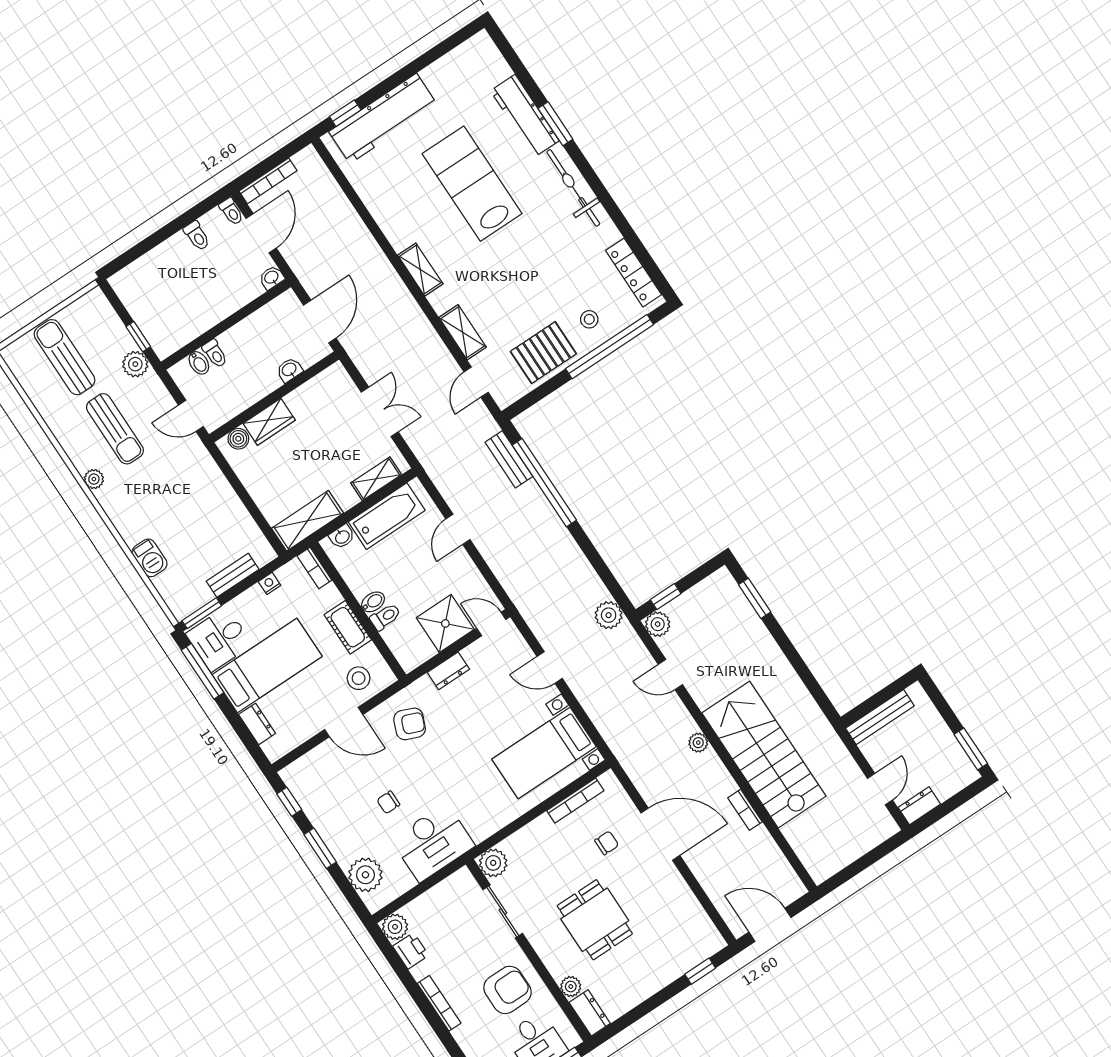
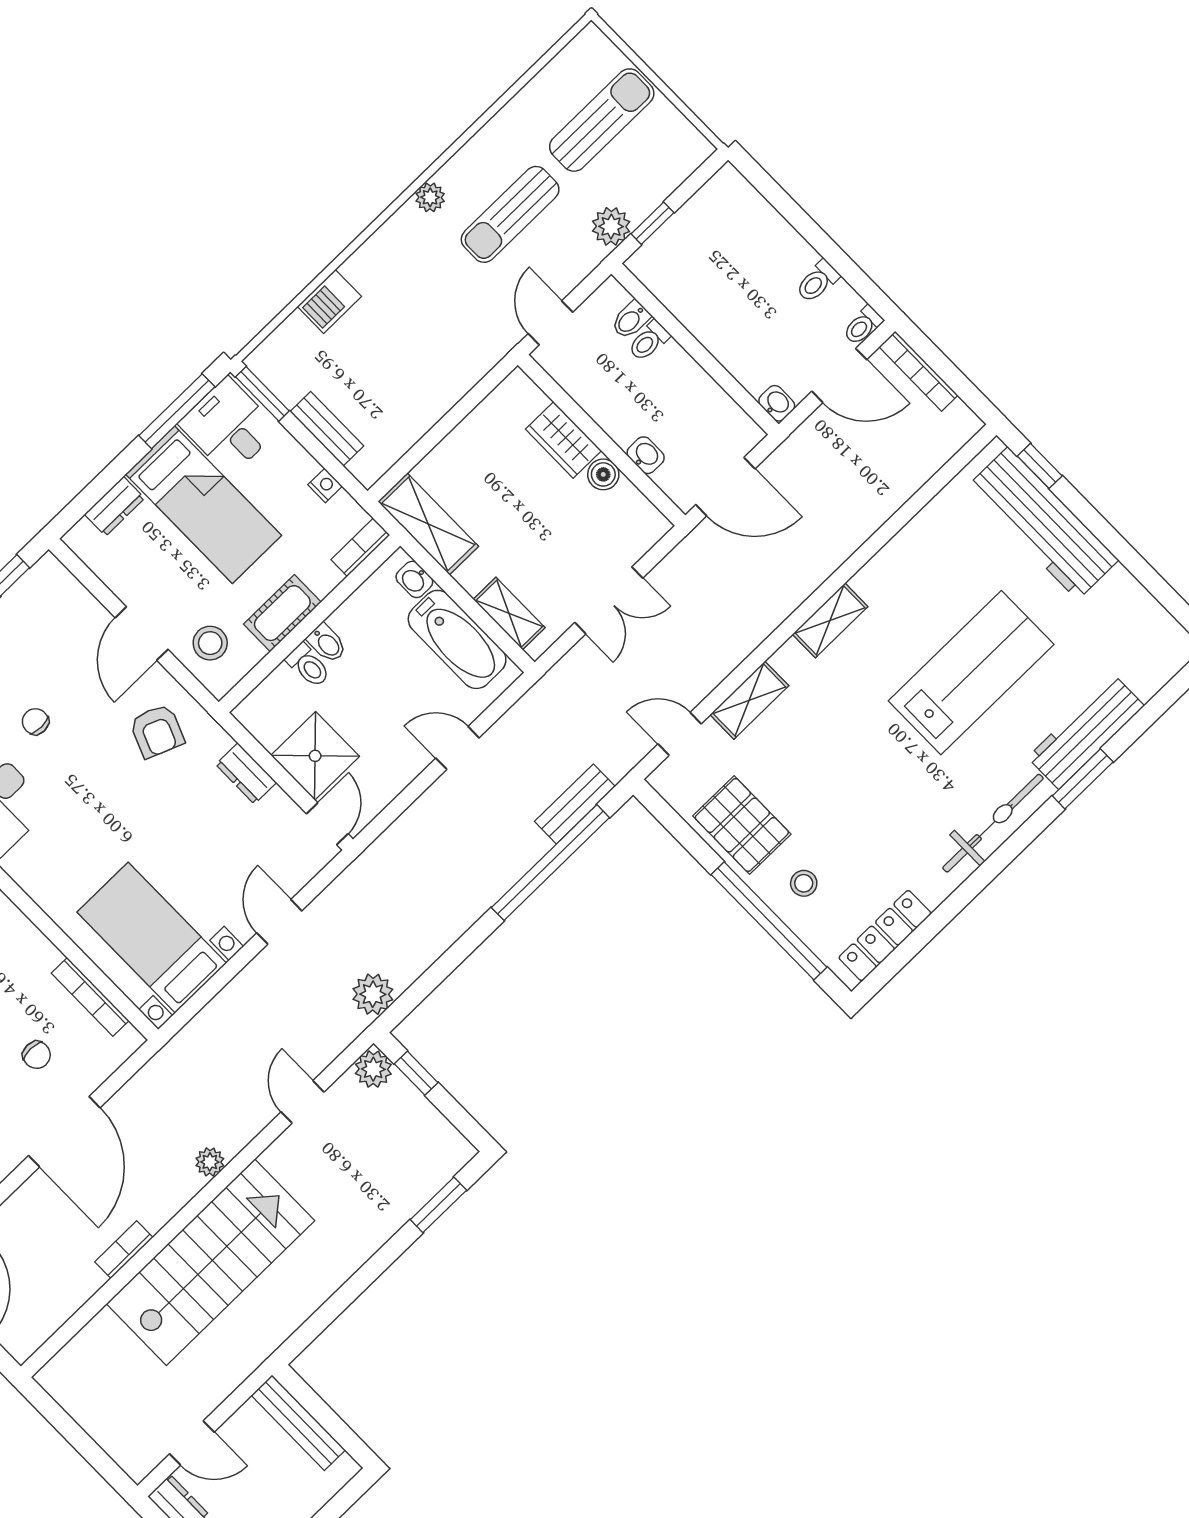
boiler: (238, 439) -> (603, 474), moved

